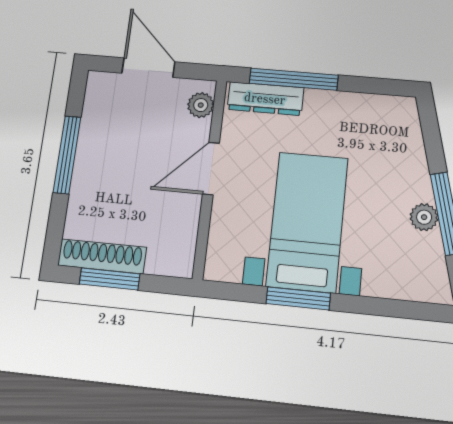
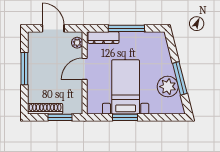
window: (294, 79) -> (126, 28), moved
plant: (424, 217) -> (168, 87), width x1.87, depth x1.87
window: (110, 279) -> (60, 117), moved

